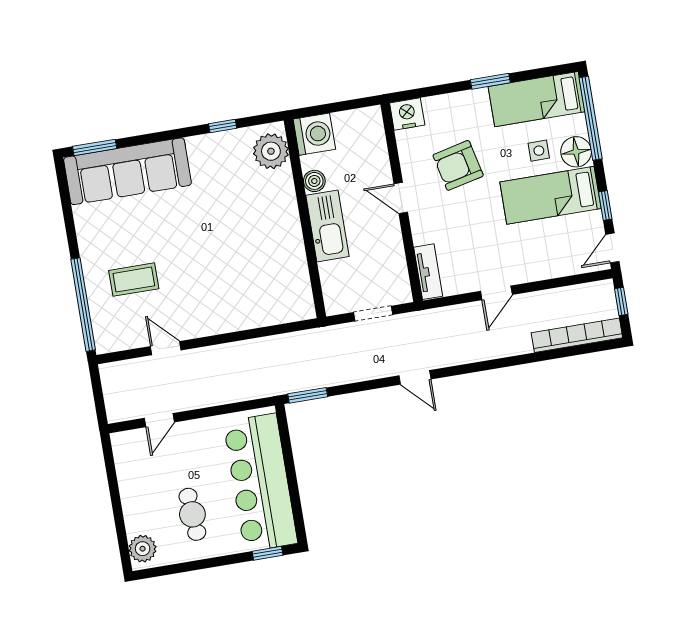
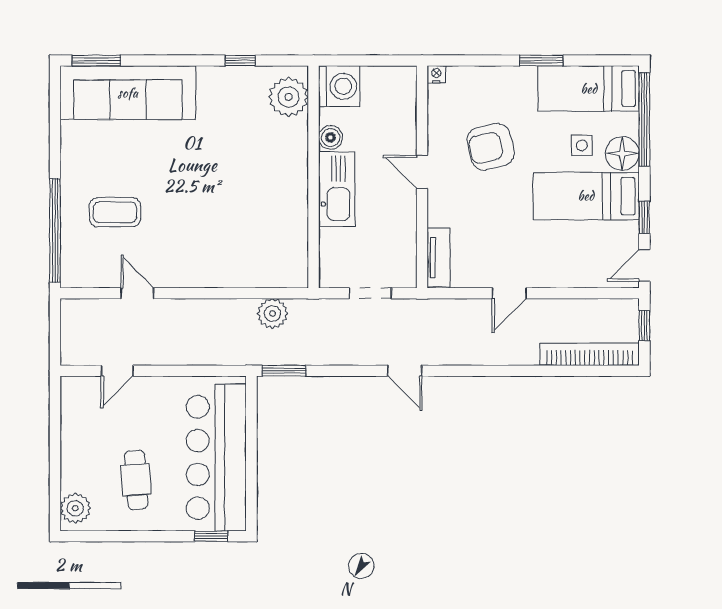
nightstand: (407, 114) -> (436, 74), width x0.53, depth x0.56
plant: (289, 346) -> (272, 314), added

